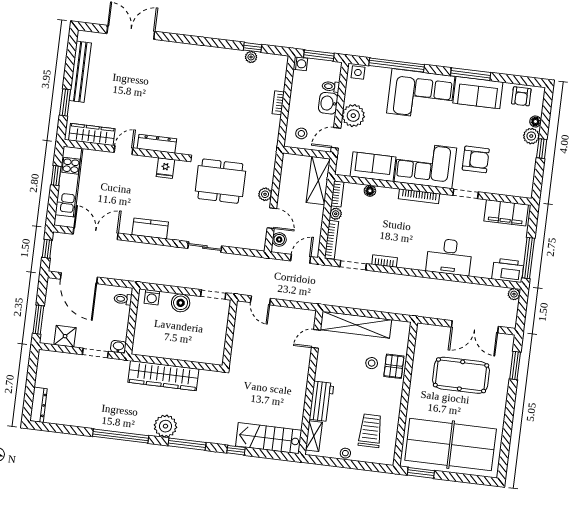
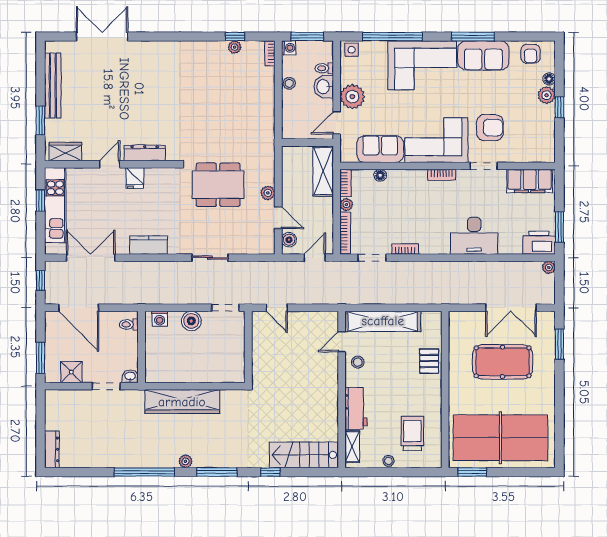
bookcase: (278, 103) -> (270, 53), moved
stool: (301, 133) -> (289, 83), moved
wardrobe: (92, 134) -> (65, 152), width x0.67
fridge: (165, 168) -> (135, 178), moved
bookcase: (419, 196) -> (442, 175), width x0.64
window: (528, 258) -> (559, 227), width x0.69
stool: (372, 363) -> (358, 362), moved
plant: (165, 426) -> (186, 461), width x0.53, depth x0.53

